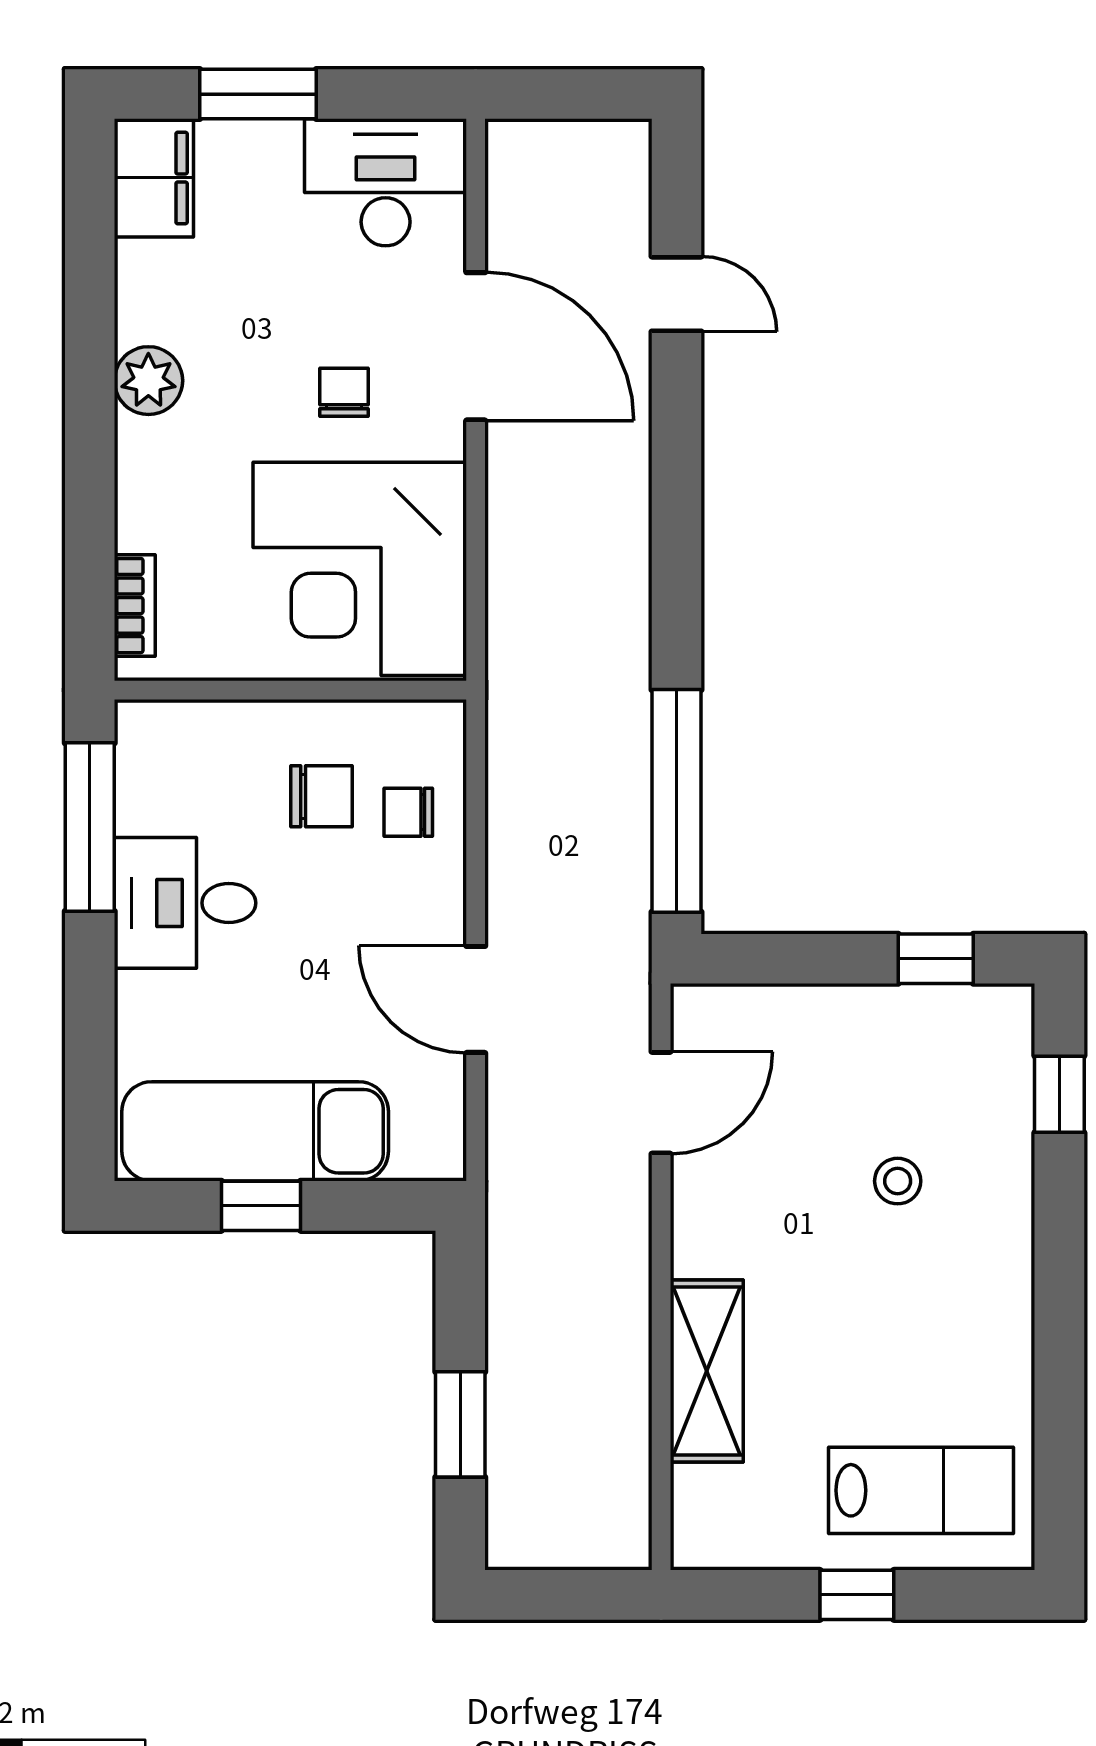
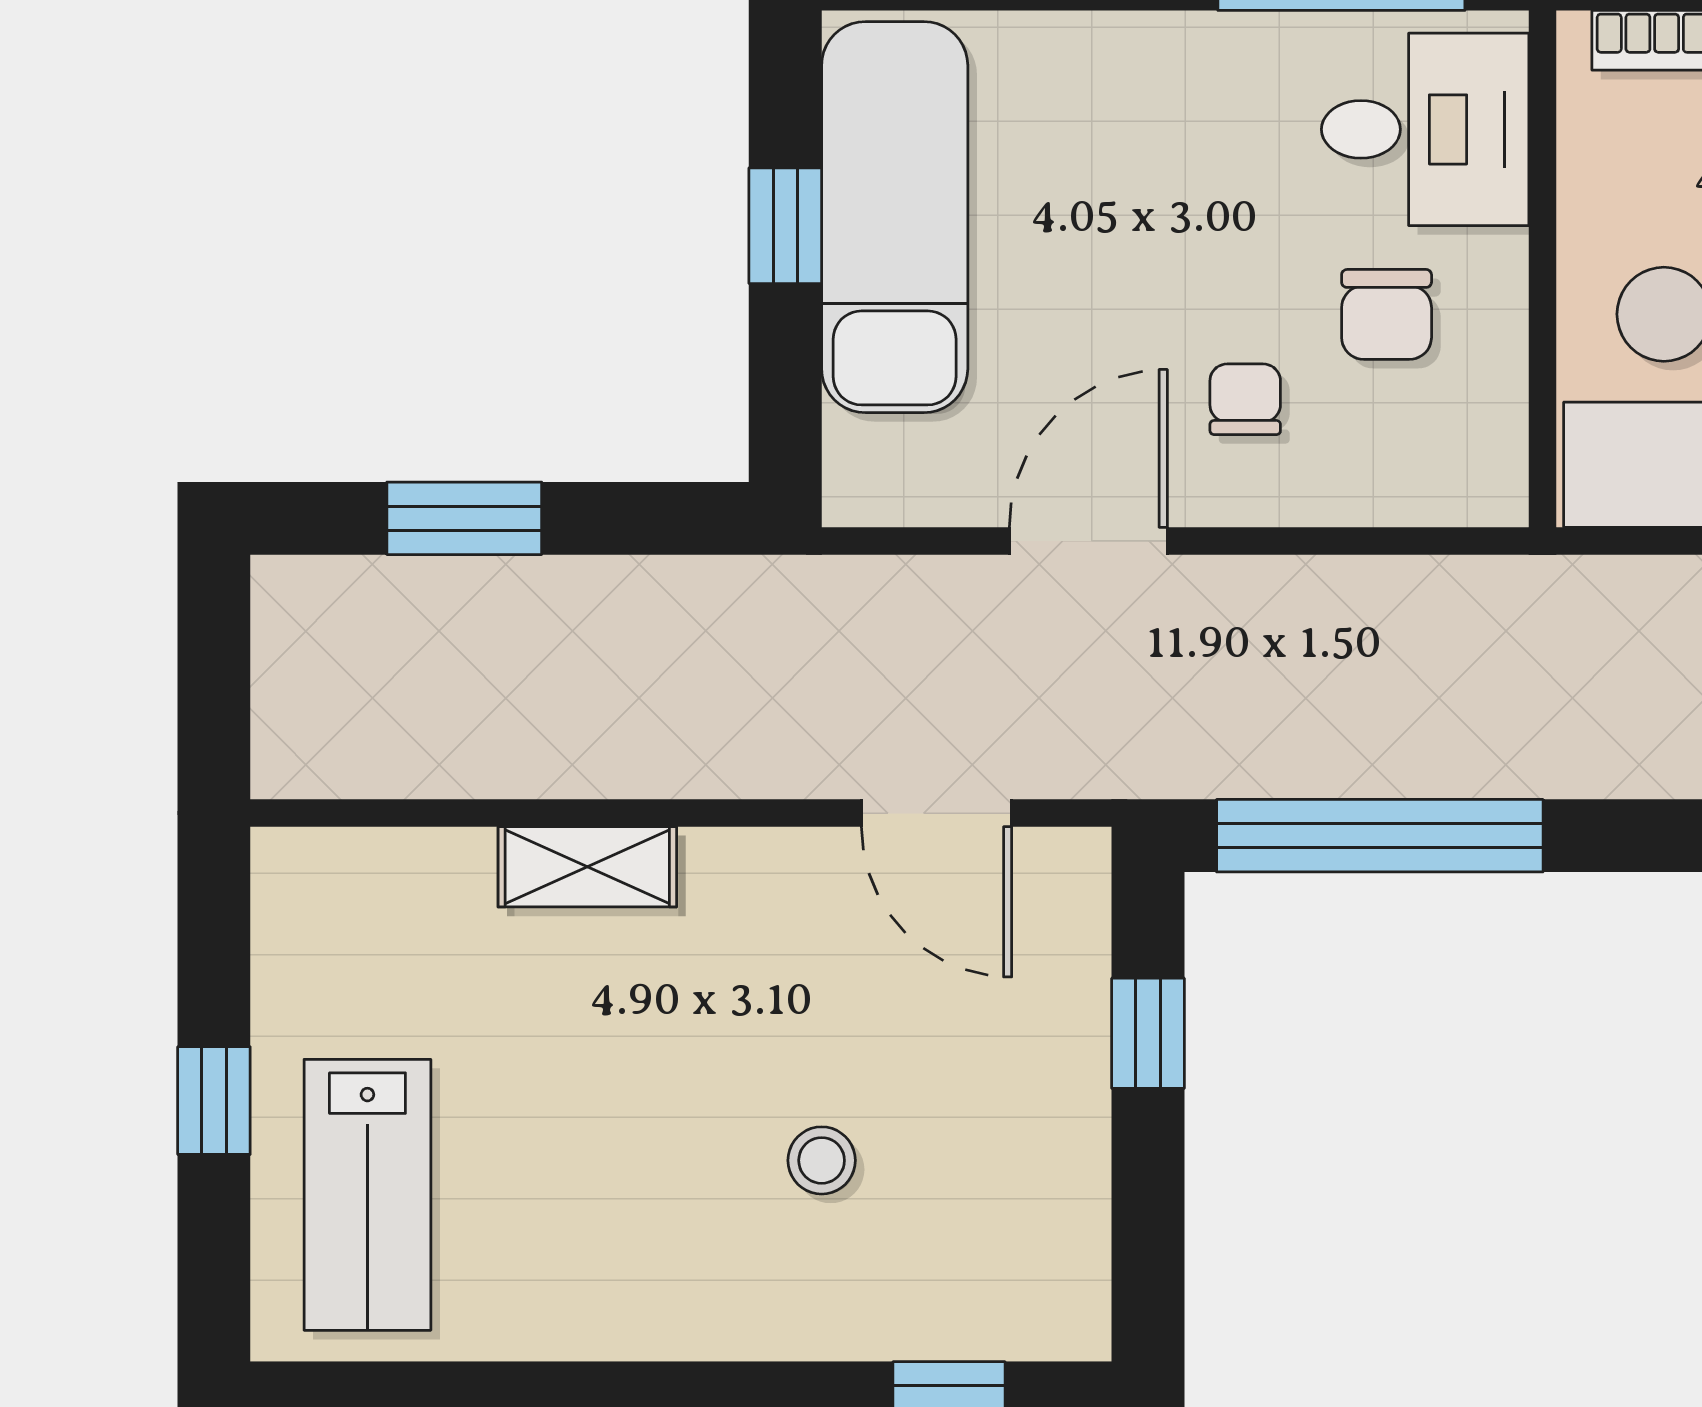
chair: (408, 812) -> (1245, 399), moved
desk: (185, 903) -> (1425, 129), moved, turned 90
window: (936, 959) -> (1148, 1033), moved
shelving: (707, 1371) -> (587, 867), width x0.67, depth x0.75

